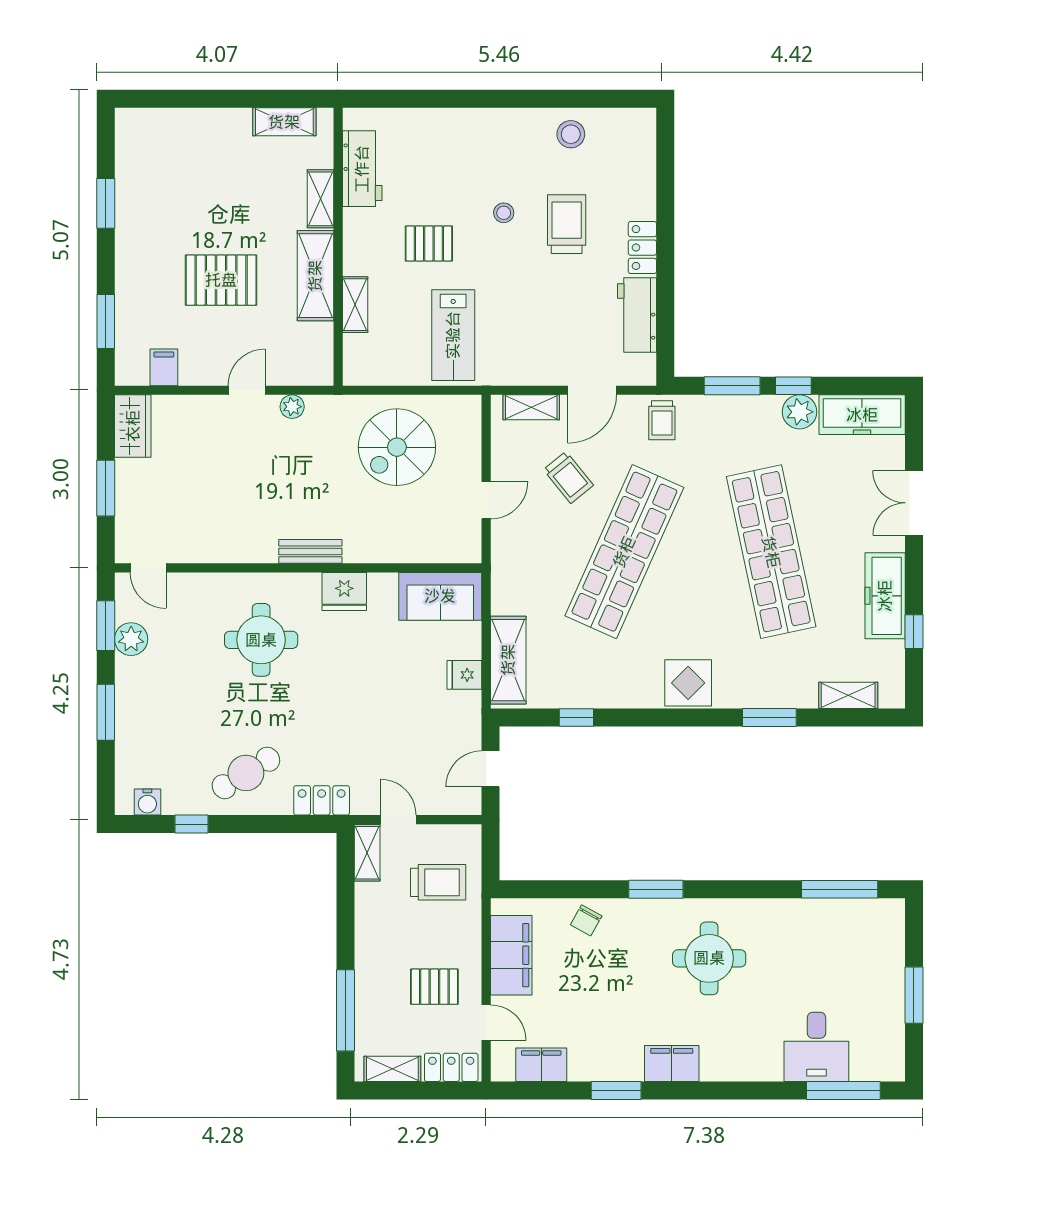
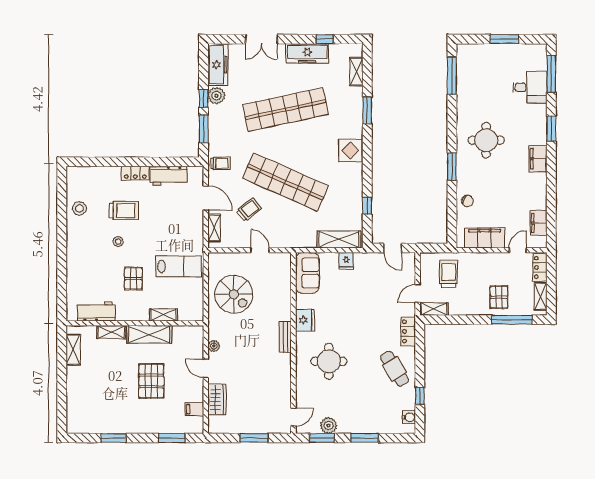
trolley: (567, 224) -> (124, 210), turned 180
wardrobe: (133, 426) -> (217, 399), moved, turned 90
pallet: (434, 987) -> (499, 297), moved
window: (616, 1090) -> (551, 128), moved

